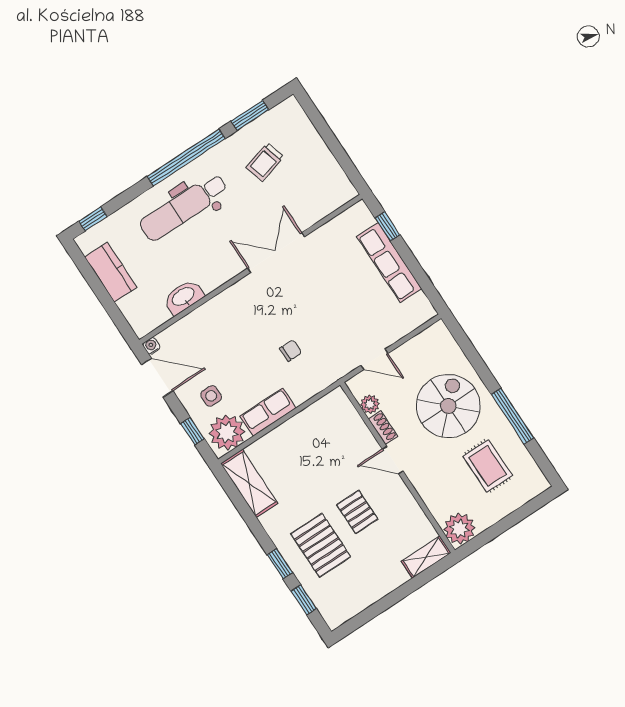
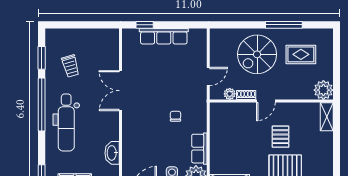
spiral stairs: (448, 406) -> (257, 54), turned -90
pallet: (357, 512) -> (280, 137), turned 90

